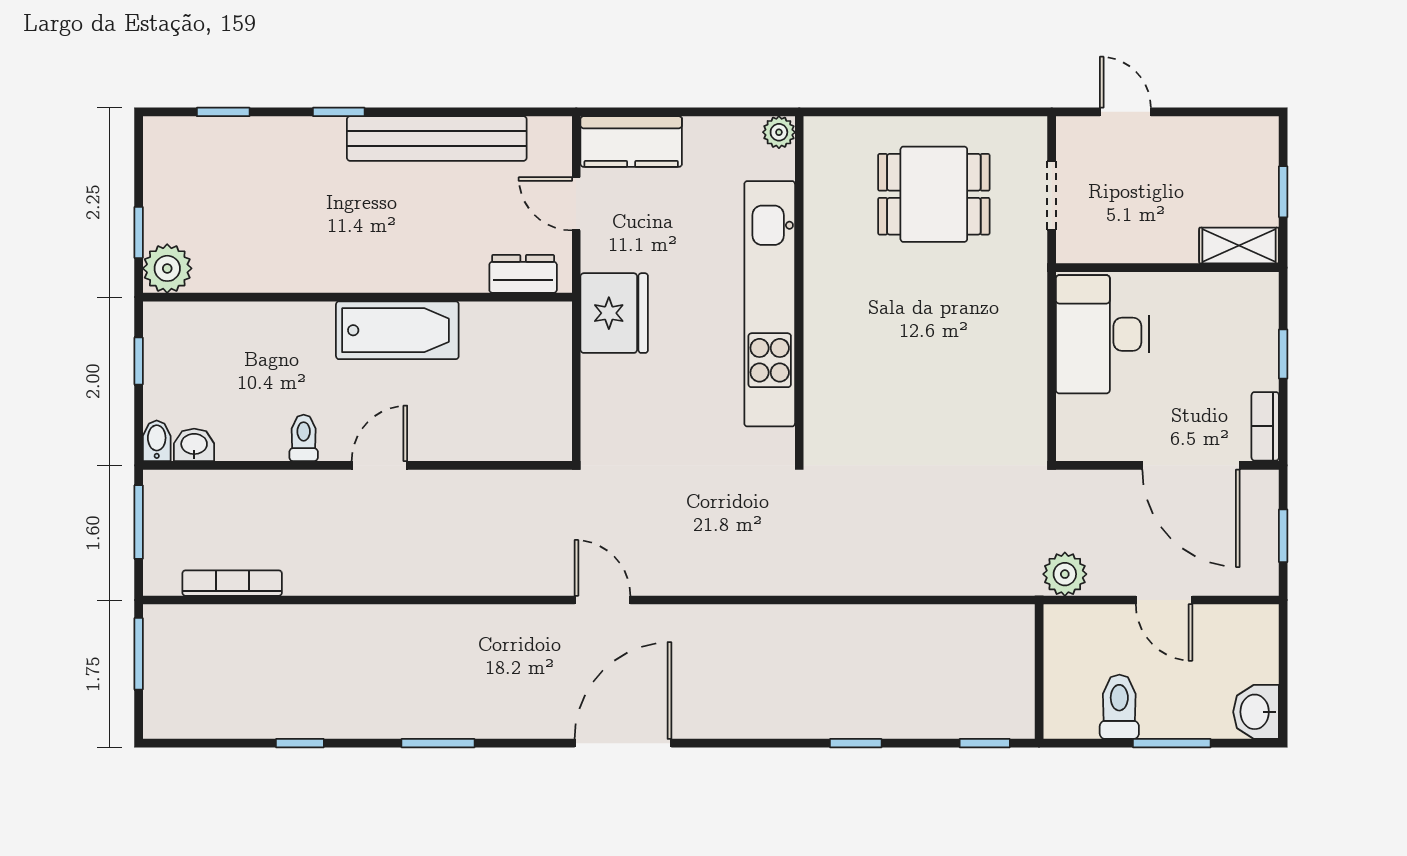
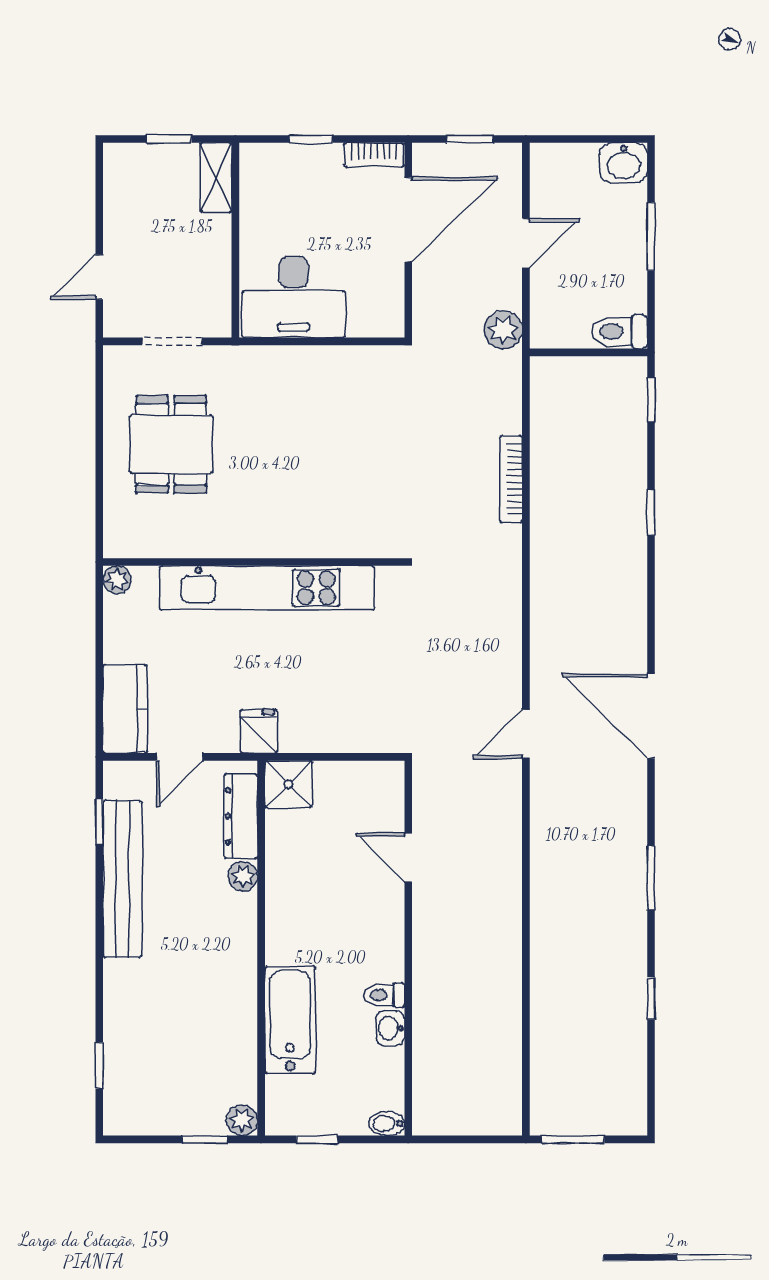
window: (339, 112) -> (99, 822), moved
plant: (167, 268) -> (242, 1120), width x0.73, depth x0.73
dresser: (523, 274) -> (241, 816), width x1.44
plant: (440, 276) -> (243, 876), added
fridge: (614, 313) -> (259, 731), width x0.53, depth x0.75
shower: (545, 328) -> (288, 784), added
bathtub: (397, 330) -> (290, 1020), moved
washbasin: (194, 445) -> (390, 1028), moved
door: (379, 465) -> (408, 858), moved
window: (139, 522) -> (458, 1139), removed
bookcase: (232, 583) -> (511, 479), moved
toilet: (1119, 707) -> (619, 332), moved

